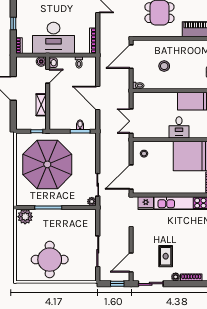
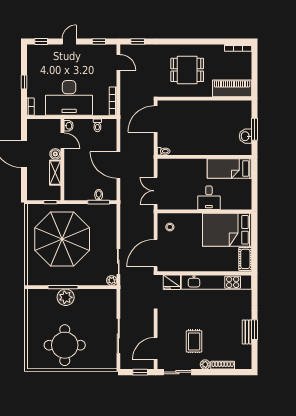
boiler: (41, 61) -> (55, 154), moved
stool: (164, 66) -> (192, 129), removed
door: (48, 76) -> (62, 141), hinge flipped
plant: (25, 217) -> (66, 297), moved

